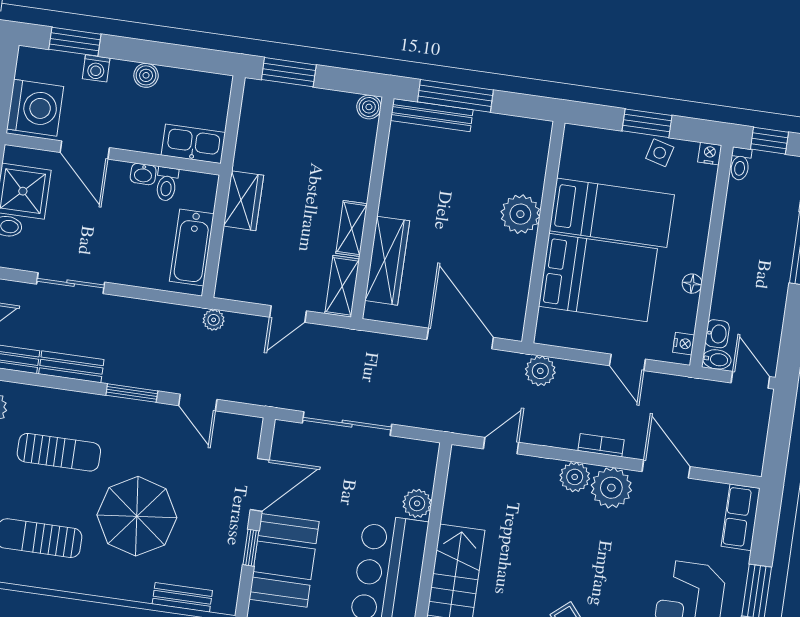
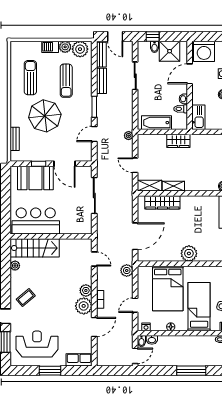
bed: (612, 213) -> (199, 307), moved, turned 180
plant: (417, 503) -> (66, 228), removed

